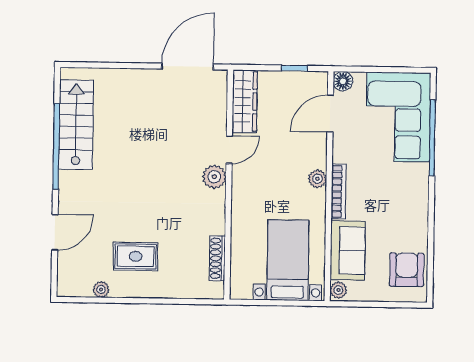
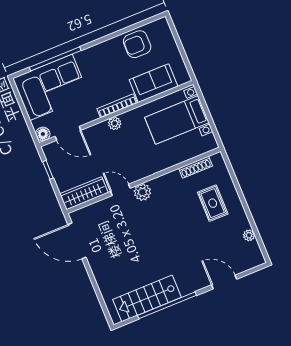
rug: (136, 256) -> (213, 203), moved
armchair: (407, 270) -> (137, 44), moved
plant: (338, 290) -> (182, 78), removed

